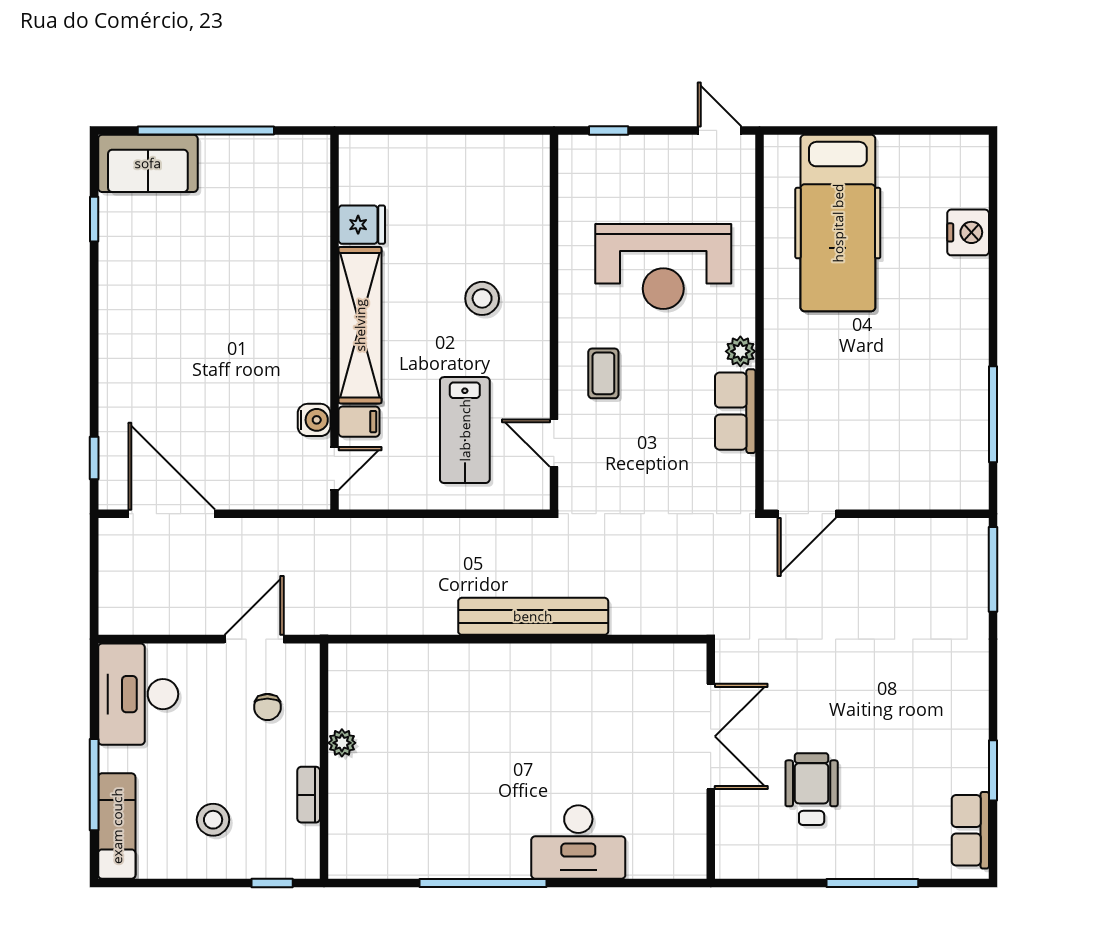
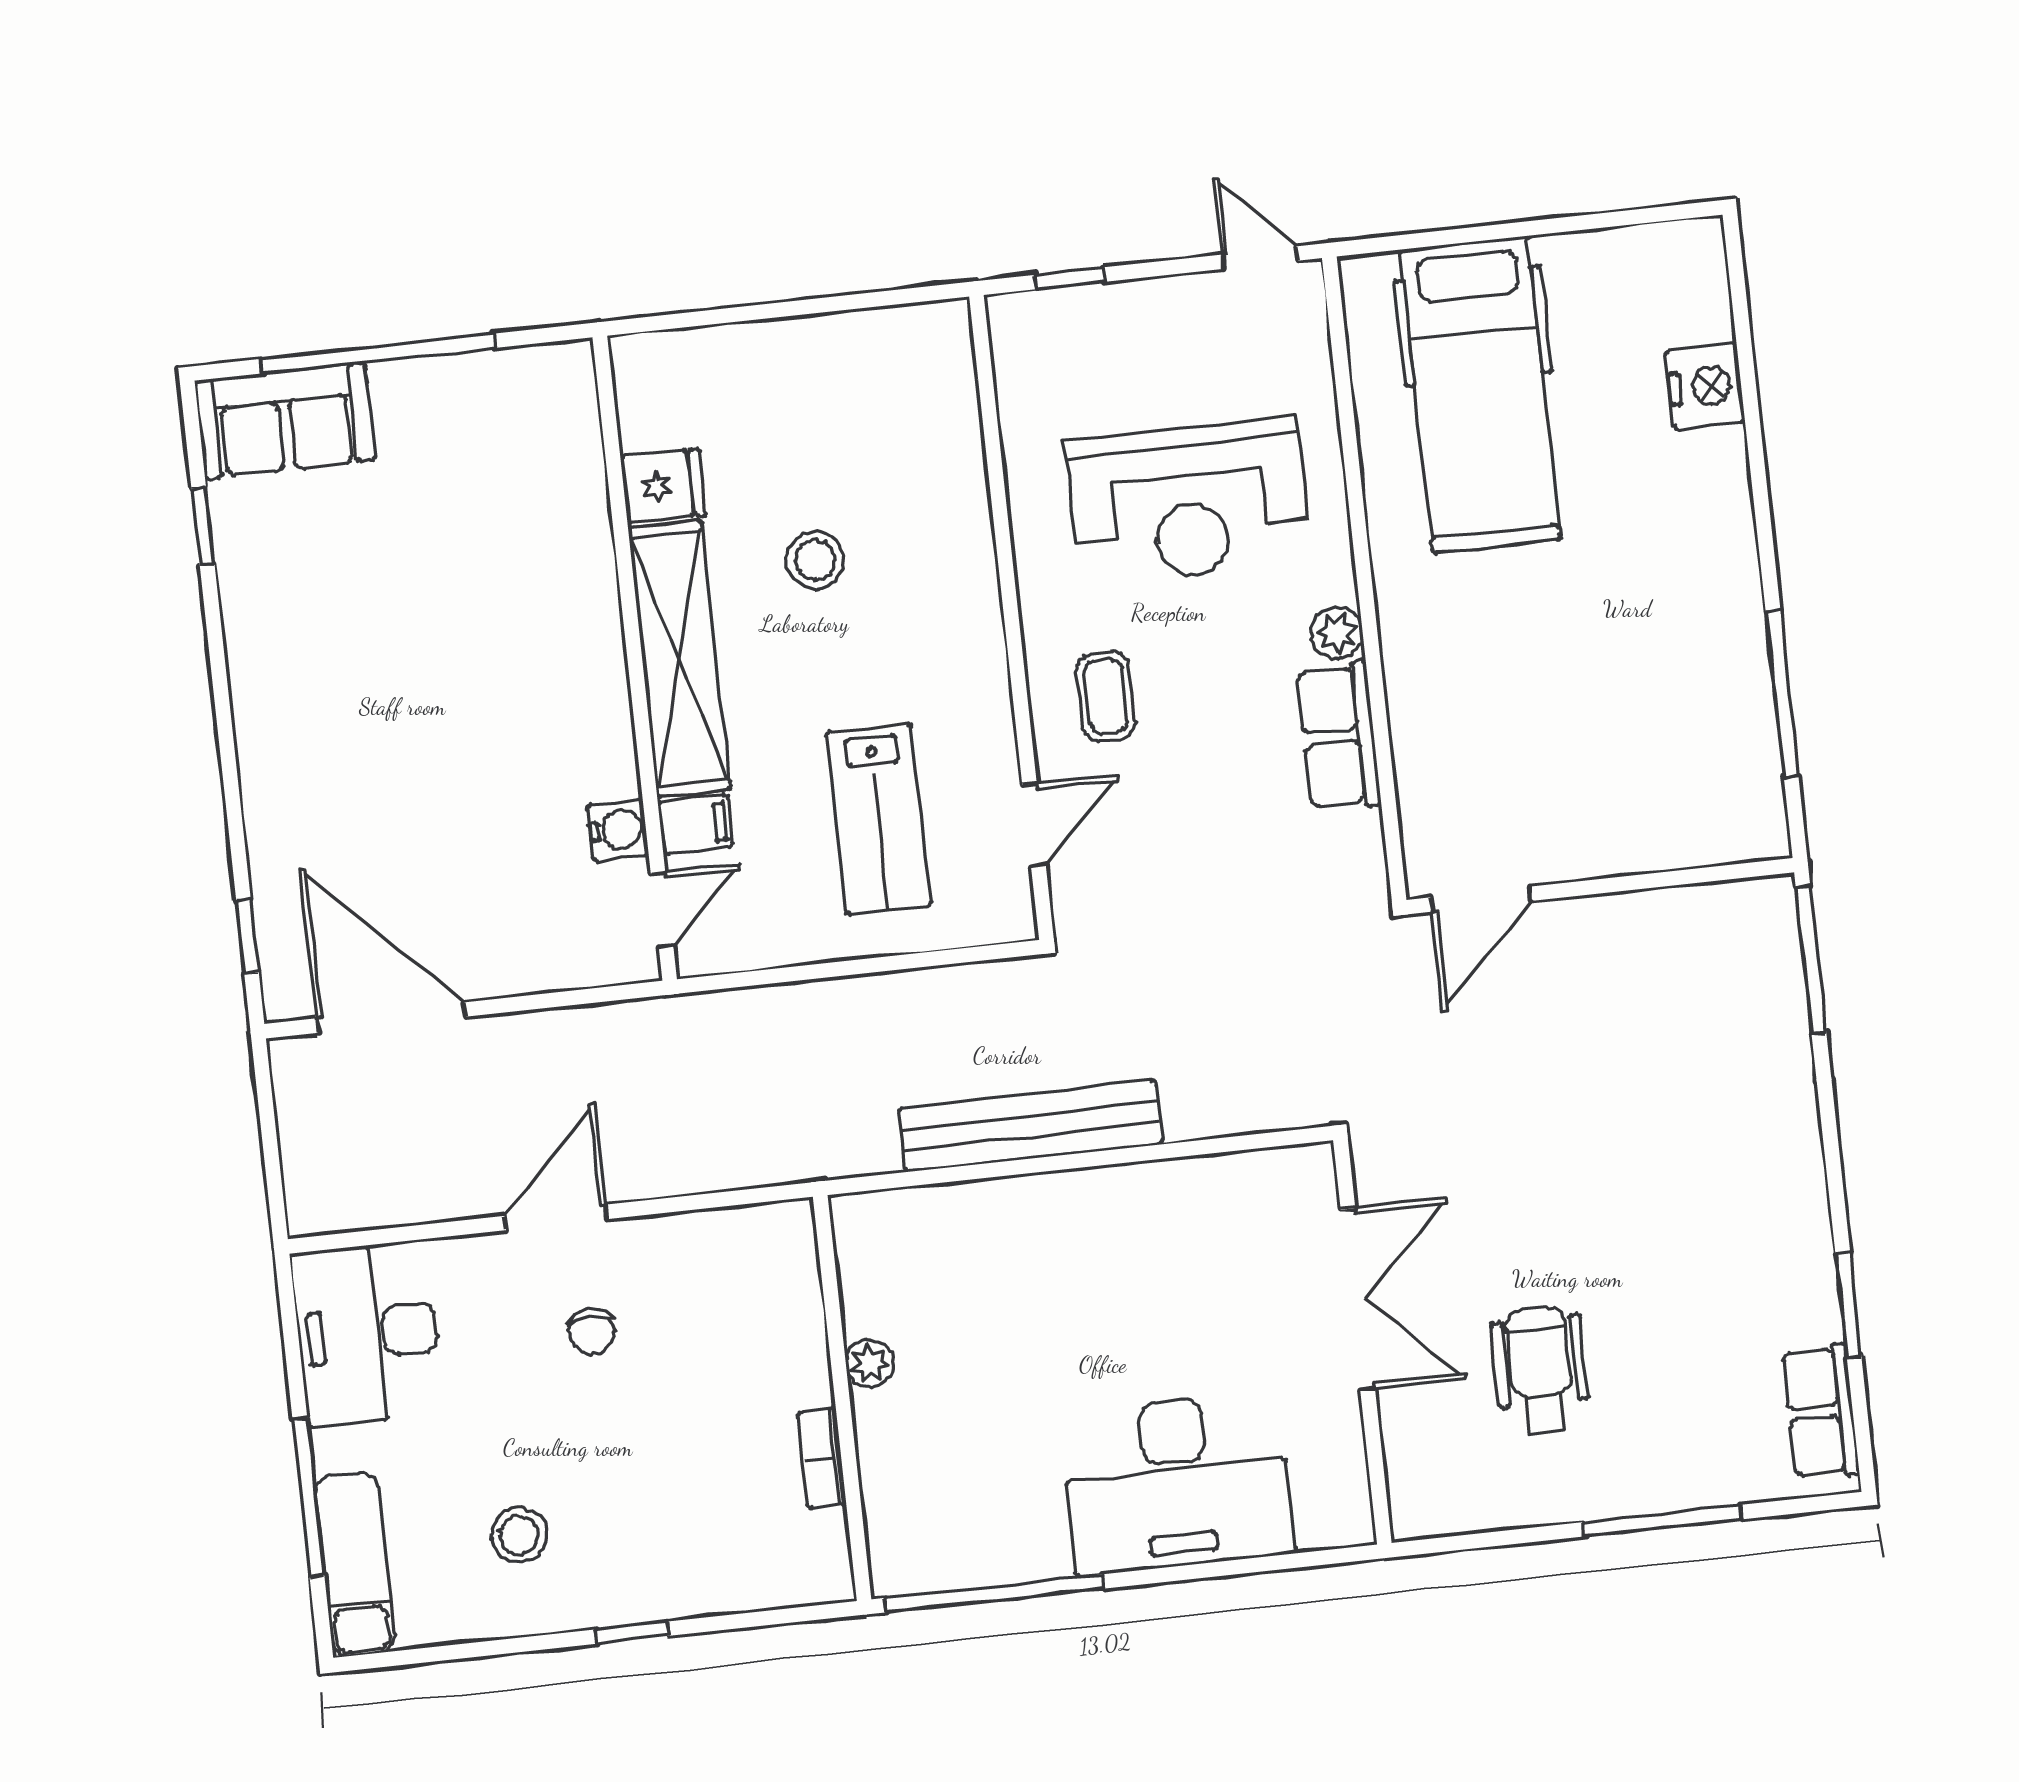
stool: (482, 298) -> (815, 560), moved
door: (554, 443) -> (1034, 825), swing flipped
plant: (342, 743) -> (870, 1363), moved
wall: (324, 761) -> (842, 1398), moved
bookcase: (309, 795) -> (822, 1458), moved
desk: (578, 842) -> (1177, 1483), width x1.36, depth x1.30

